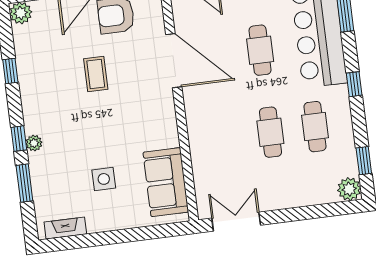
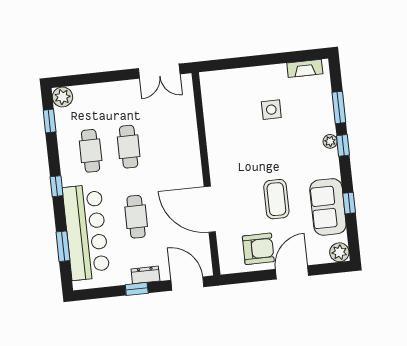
coffee table: (96, 74) -> (276, 199), width x1.36, depth x1.30
sofa: (166, 182) -> (328, 207), moved, turned 180

